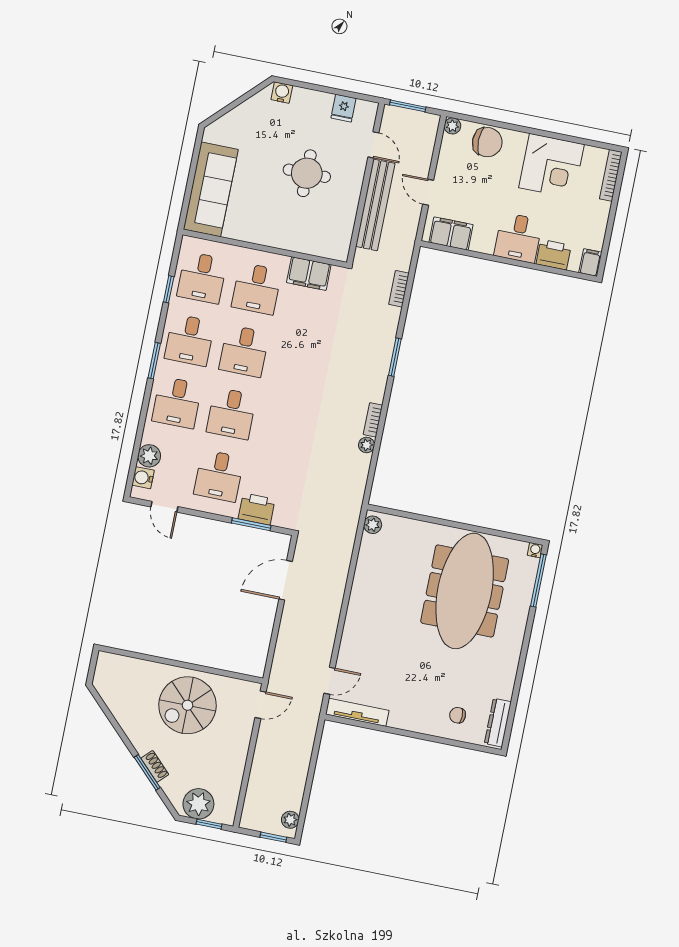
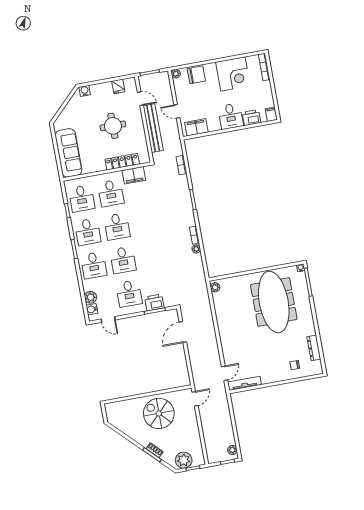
locker: (298, 242) -> (122, 162), added
spiral stairs: (187, 705) -> (159, 413), turned 90
dresser: (498, 723) -> (314, 348), moved

